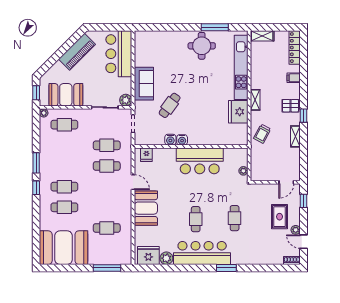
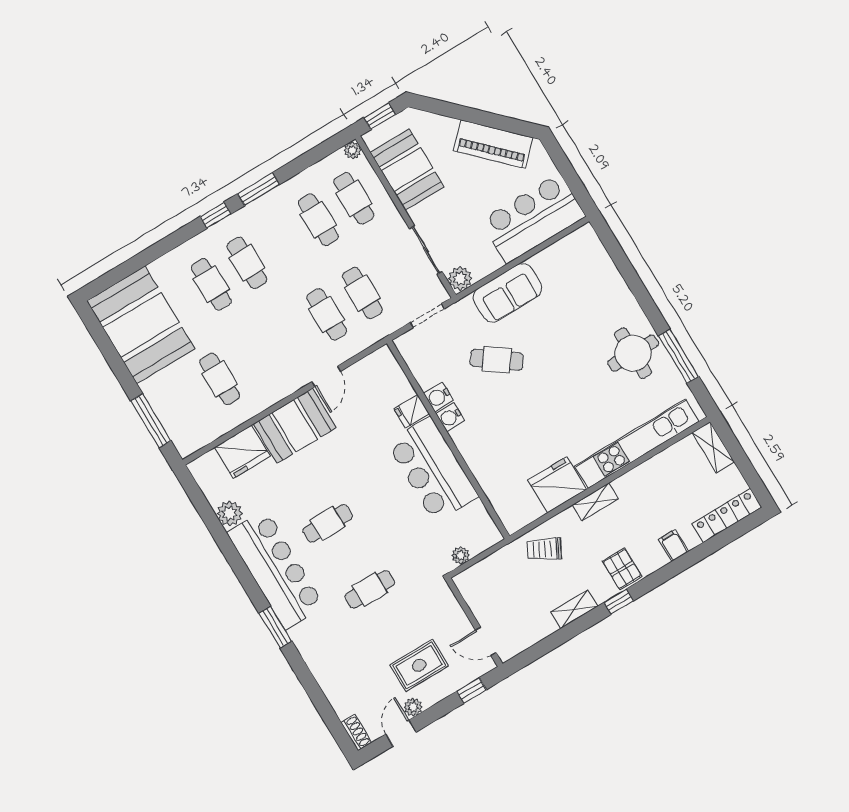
cafe table: (64, 145) -> (318, 220), added
fridge: (146, 155) -> (412, 411), moved
fridge: (148, 255) -> (242, 452), moved, turned 90

